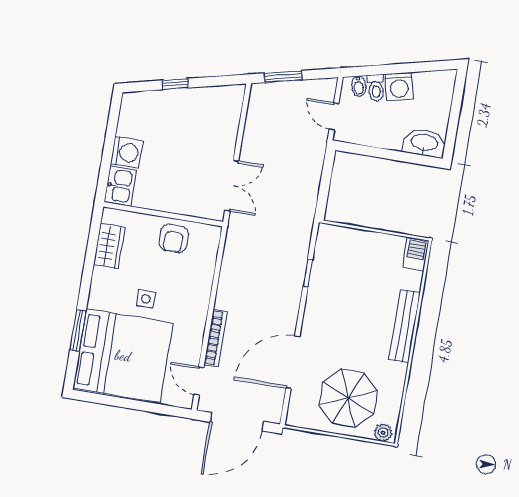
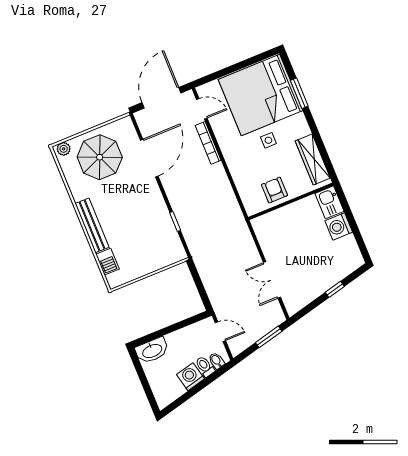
double door: (232, 186) -> (272, 280), moved
wardrobe: (109, 246) -> (313, 159), width x1.50
barbecue: (416, 255) -> (108, 262), moved

